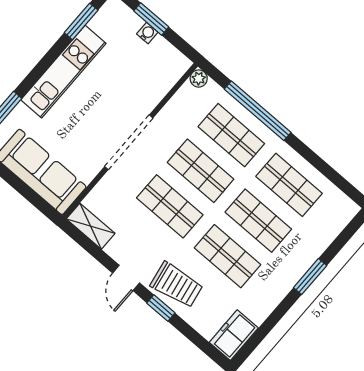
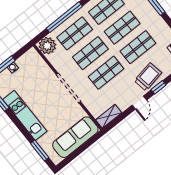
plant: (199, 78) -> (47, 46), width x1.87, depth x1.87
door: (126, 278) -> (139, 103), hinge flipped

